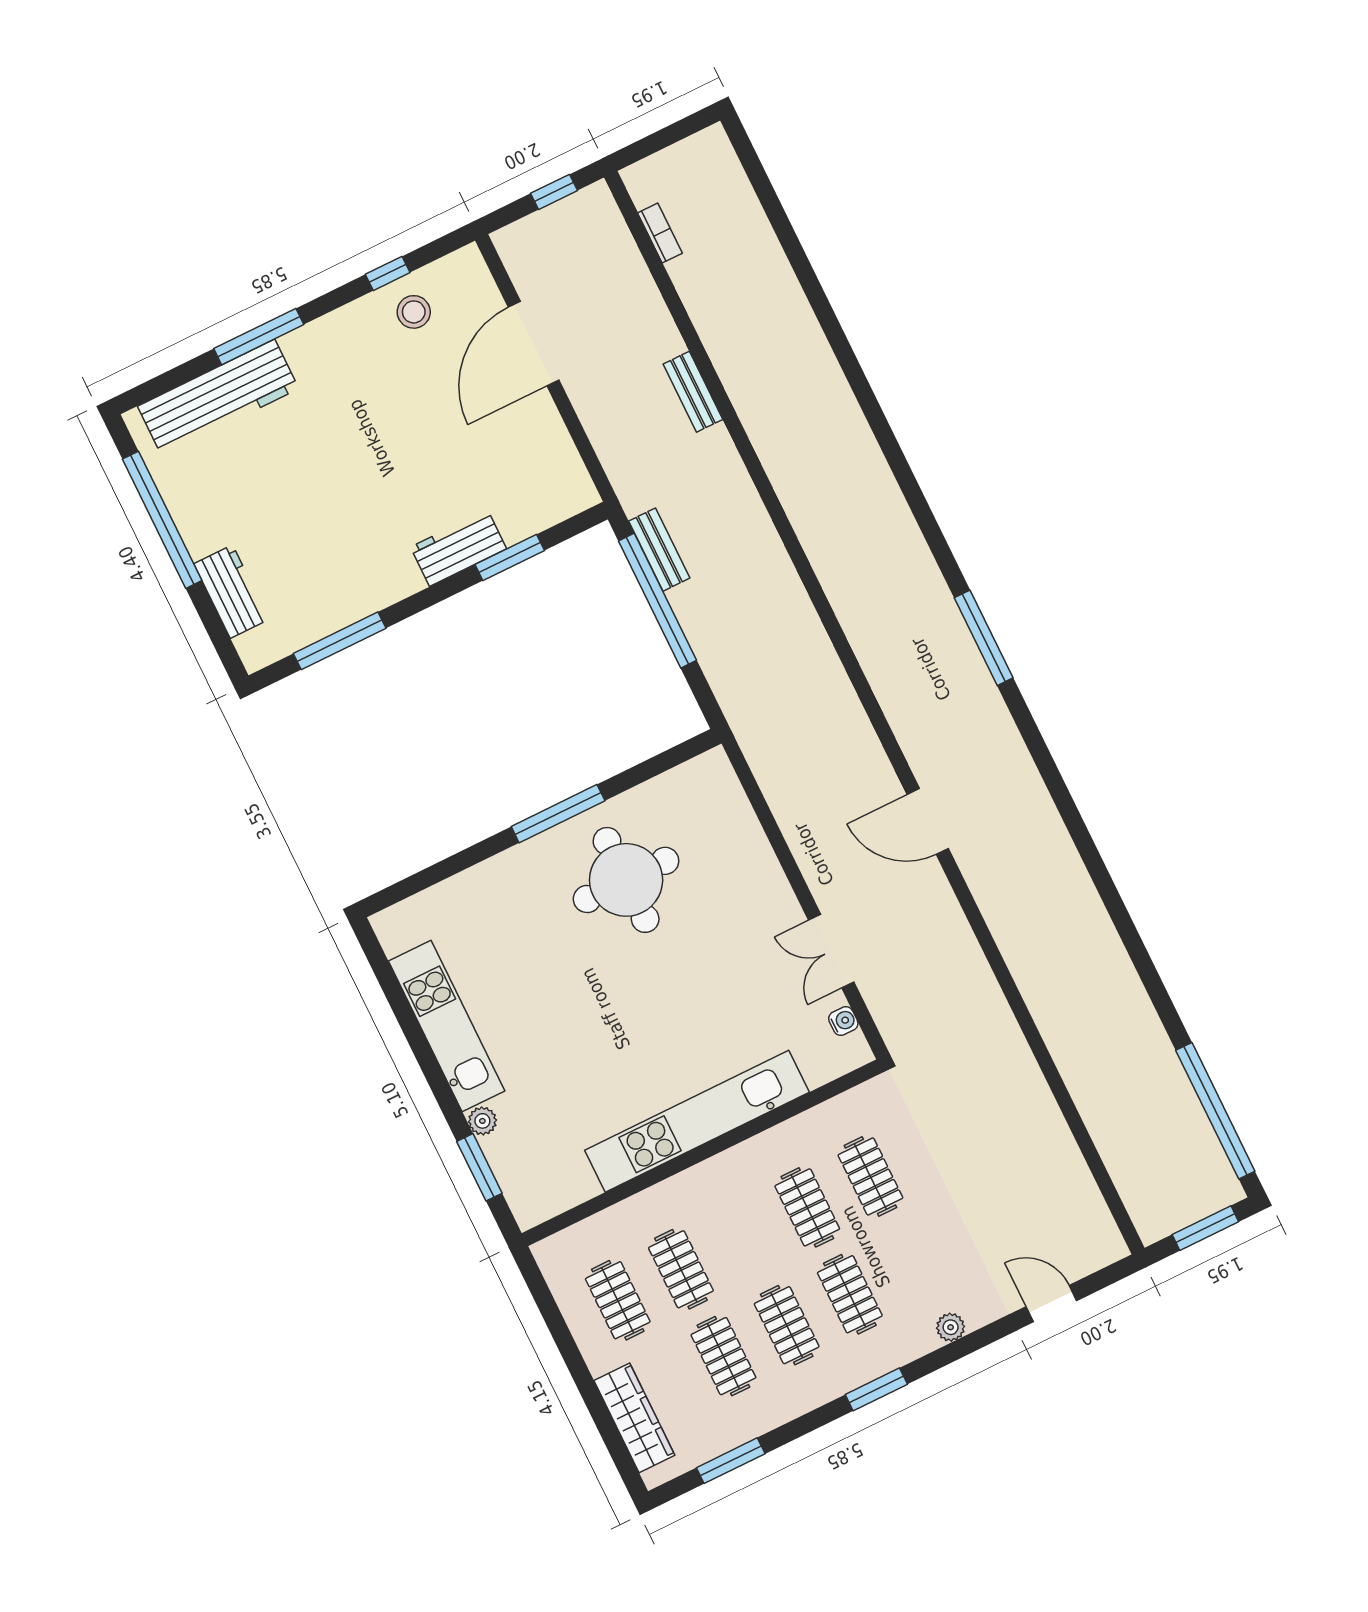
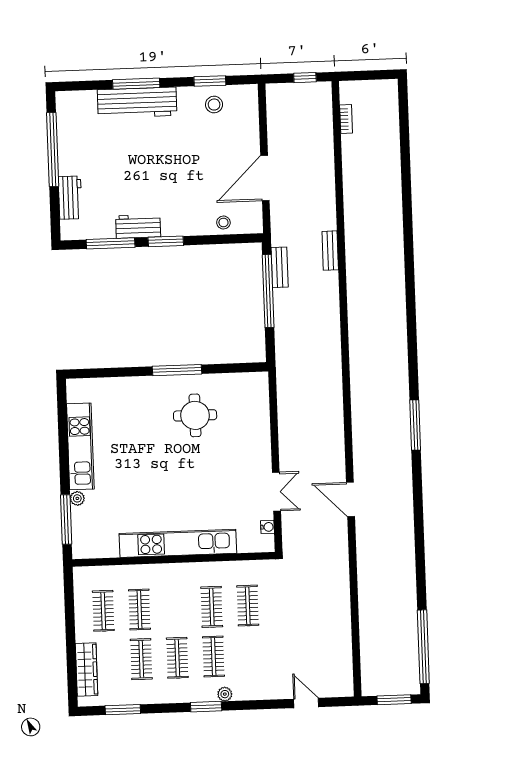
window: (388, 273) -> (210, 81), width x1.50
door: (534, 344) -> (265, 178), moved
bench: (693, 392) -> (330, 251), moved
workbench: (218, 397) -> (137, 103), moved
stool: (524, 514) -> (223, 222), added
workbench: (458, 548) -> (138, 226), moved
window: (510, 557) -> (166, 241), moved
window: (984, 638) -> (415, 425), moved
door: (928, 822) -> (351, 499), moved
round table: (626, 880) -> (195, 415), width x0.73, depth x0.73
double door: (831, 951) -> (276, 492), swing flipped
window: (479, 1167) -> (66, 520), width x1.44
plant: (951, 1327) -> (225, 694), moved

